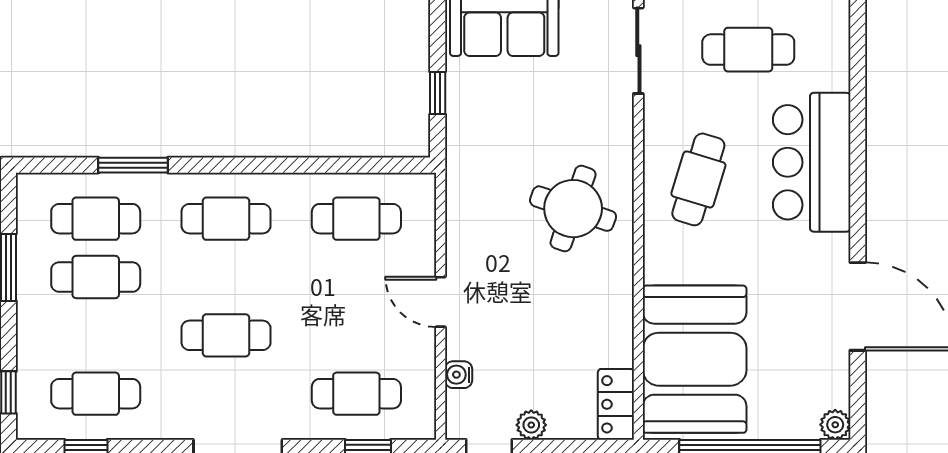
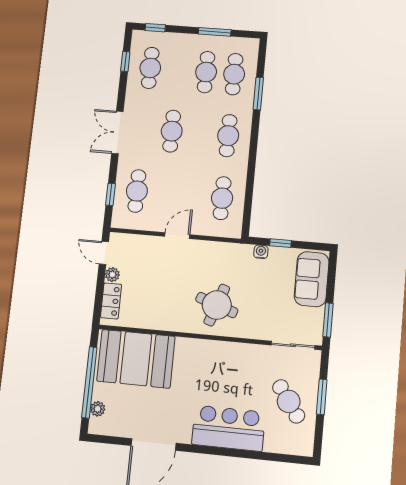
cafe table: (748, 50) -> (289, 401), turned -35
cafe table: (698, 179) -> (225, 369), removed
water cooler: (459, 375) -> (261, 252), moved
locker: (616, 404) -> (111, 301), moved, turned 90
plant: (835, 425) -> (98, 409), moved

